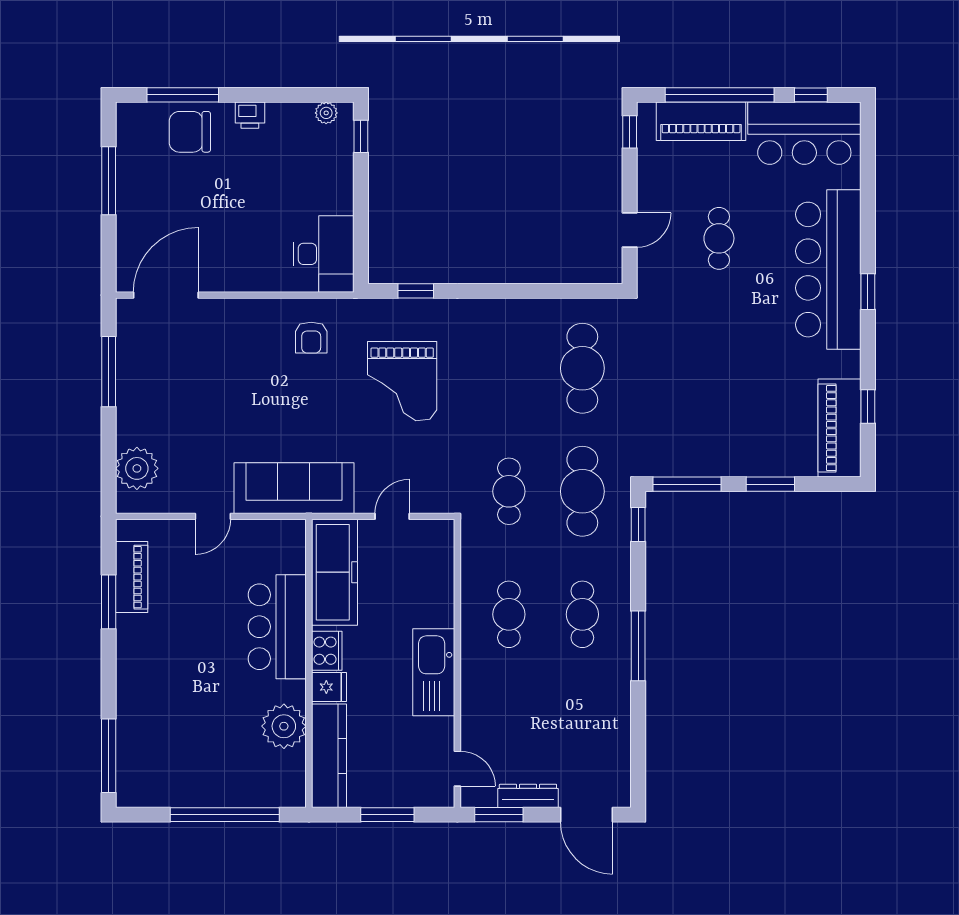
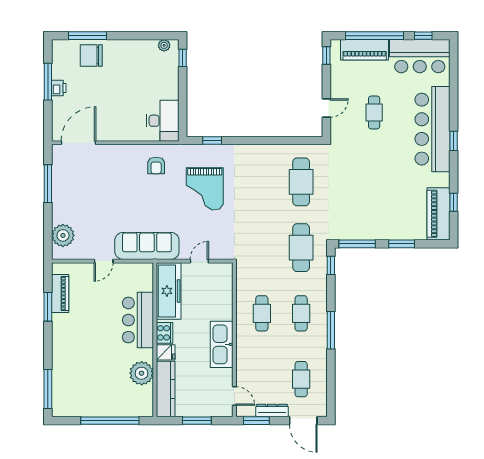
printer: (250, 115) -> (59, 88), moved, turned -90
cafe table: (509, 491) -> (301, 379), moved

